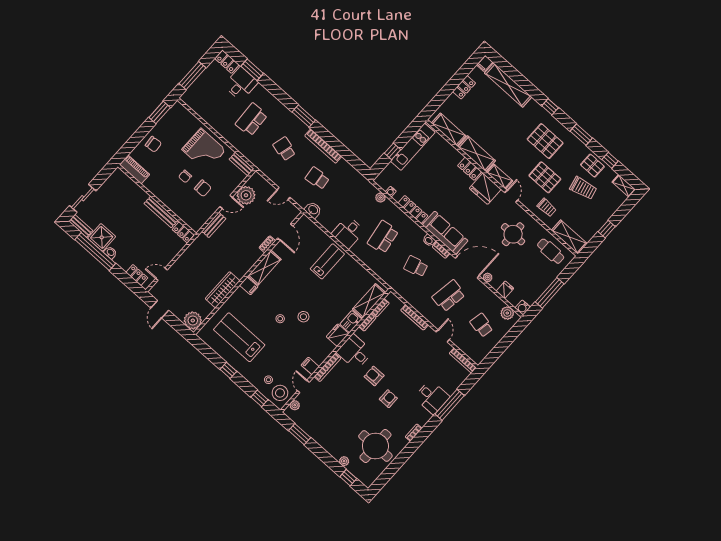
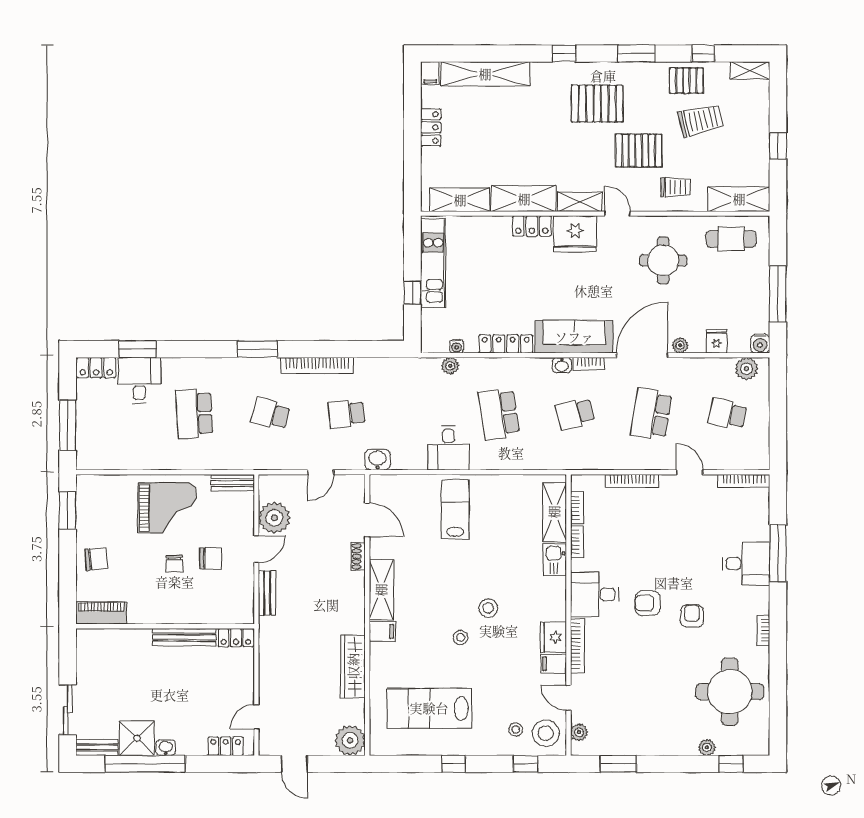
fridge: (338, 335) -> (553, 637), moved

